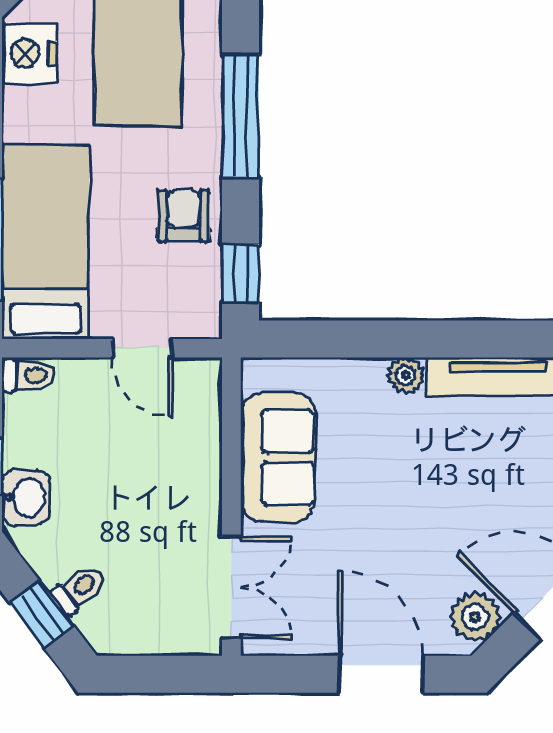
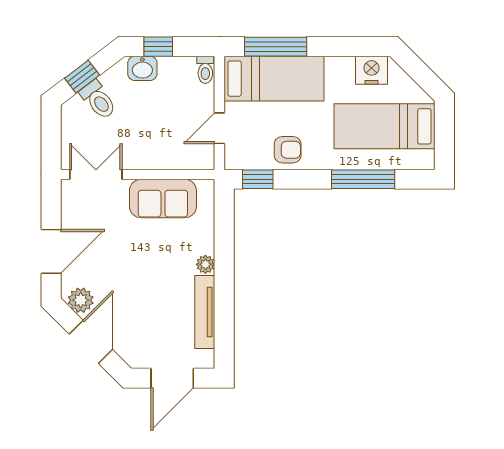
window: (241, 116) -> (363, 179), moved
double door: (231, 588) -> (96, 174), swing flipped
toilet: (79, 589) -> (98, 100), width x1.37, depth x1.39

